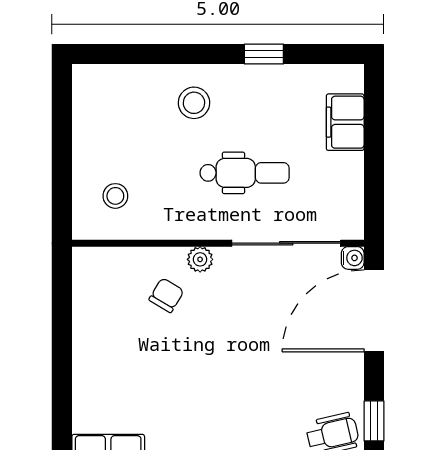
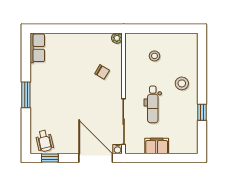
filing cabinet: (345, 122) -> (157, 146), moved
stool: (115, 196) -> (154, 56), moved
plant: (200, 259) -> (117, 38), moved

